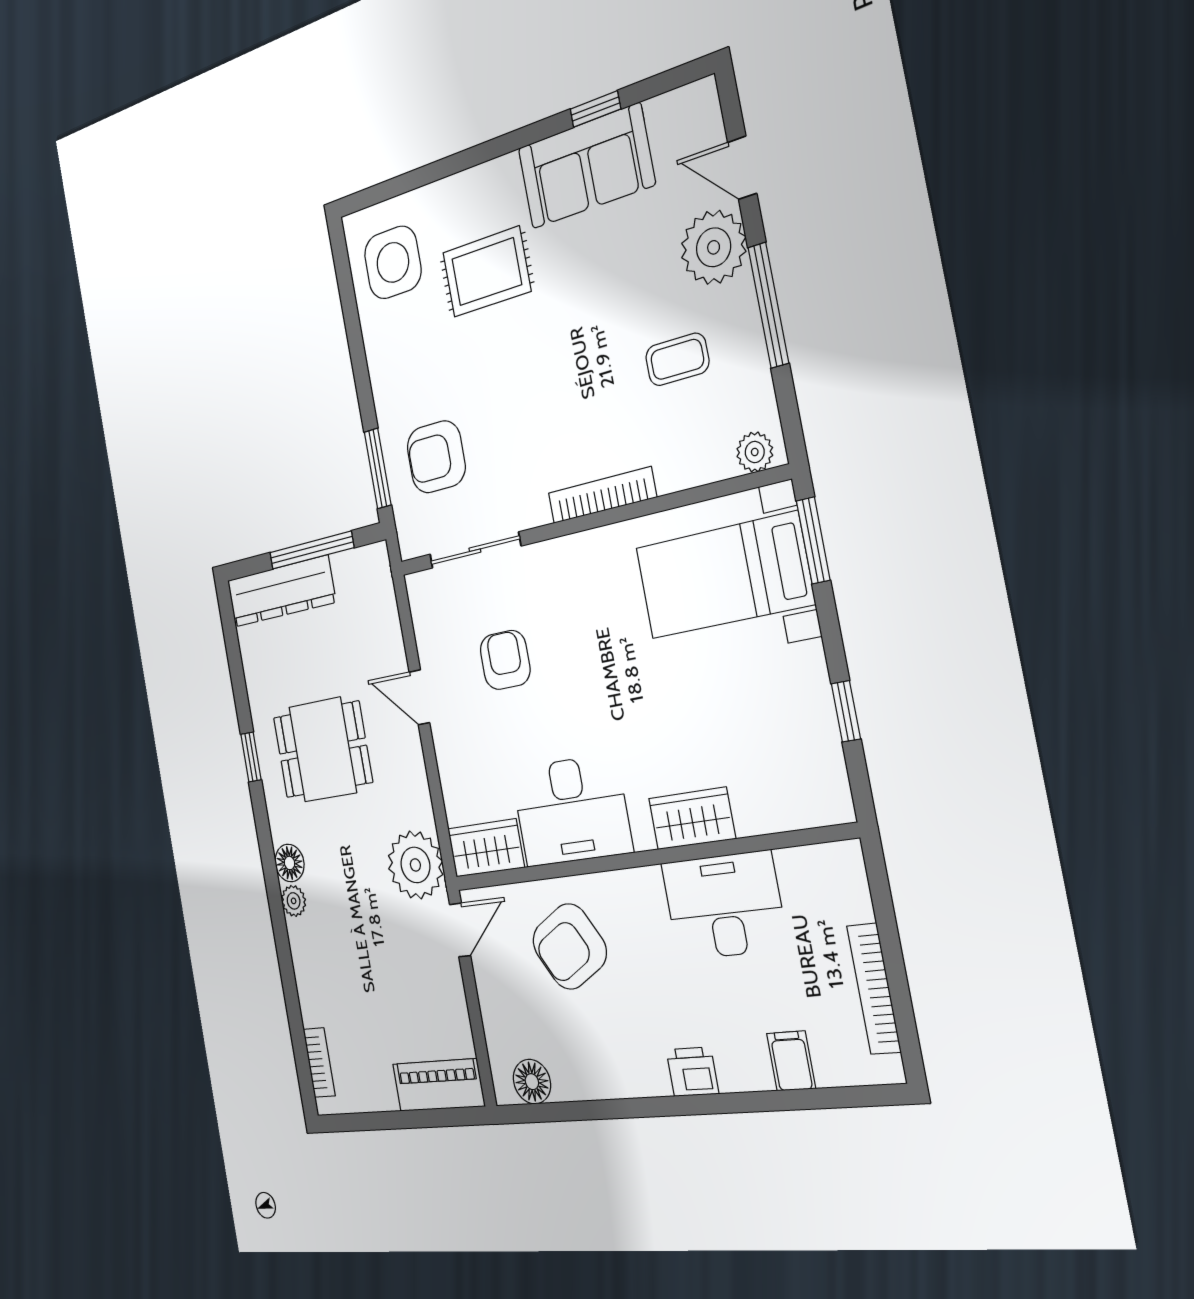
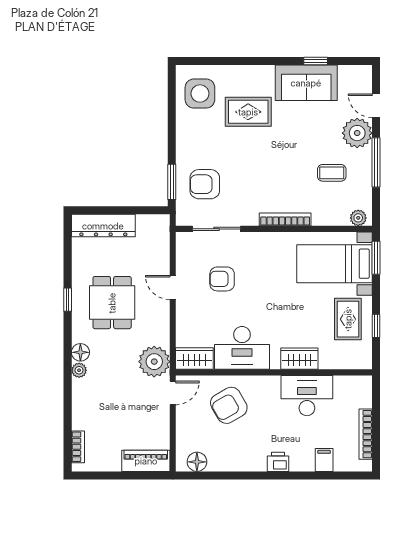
window: (312, 550) -> (126, 210), removed
armchair: (505, 660) -> (222, 279), turned -90
rug: (779, 705) -> (348, 319), added
dining table: (323, 750) -> (112, 303), turned 90

